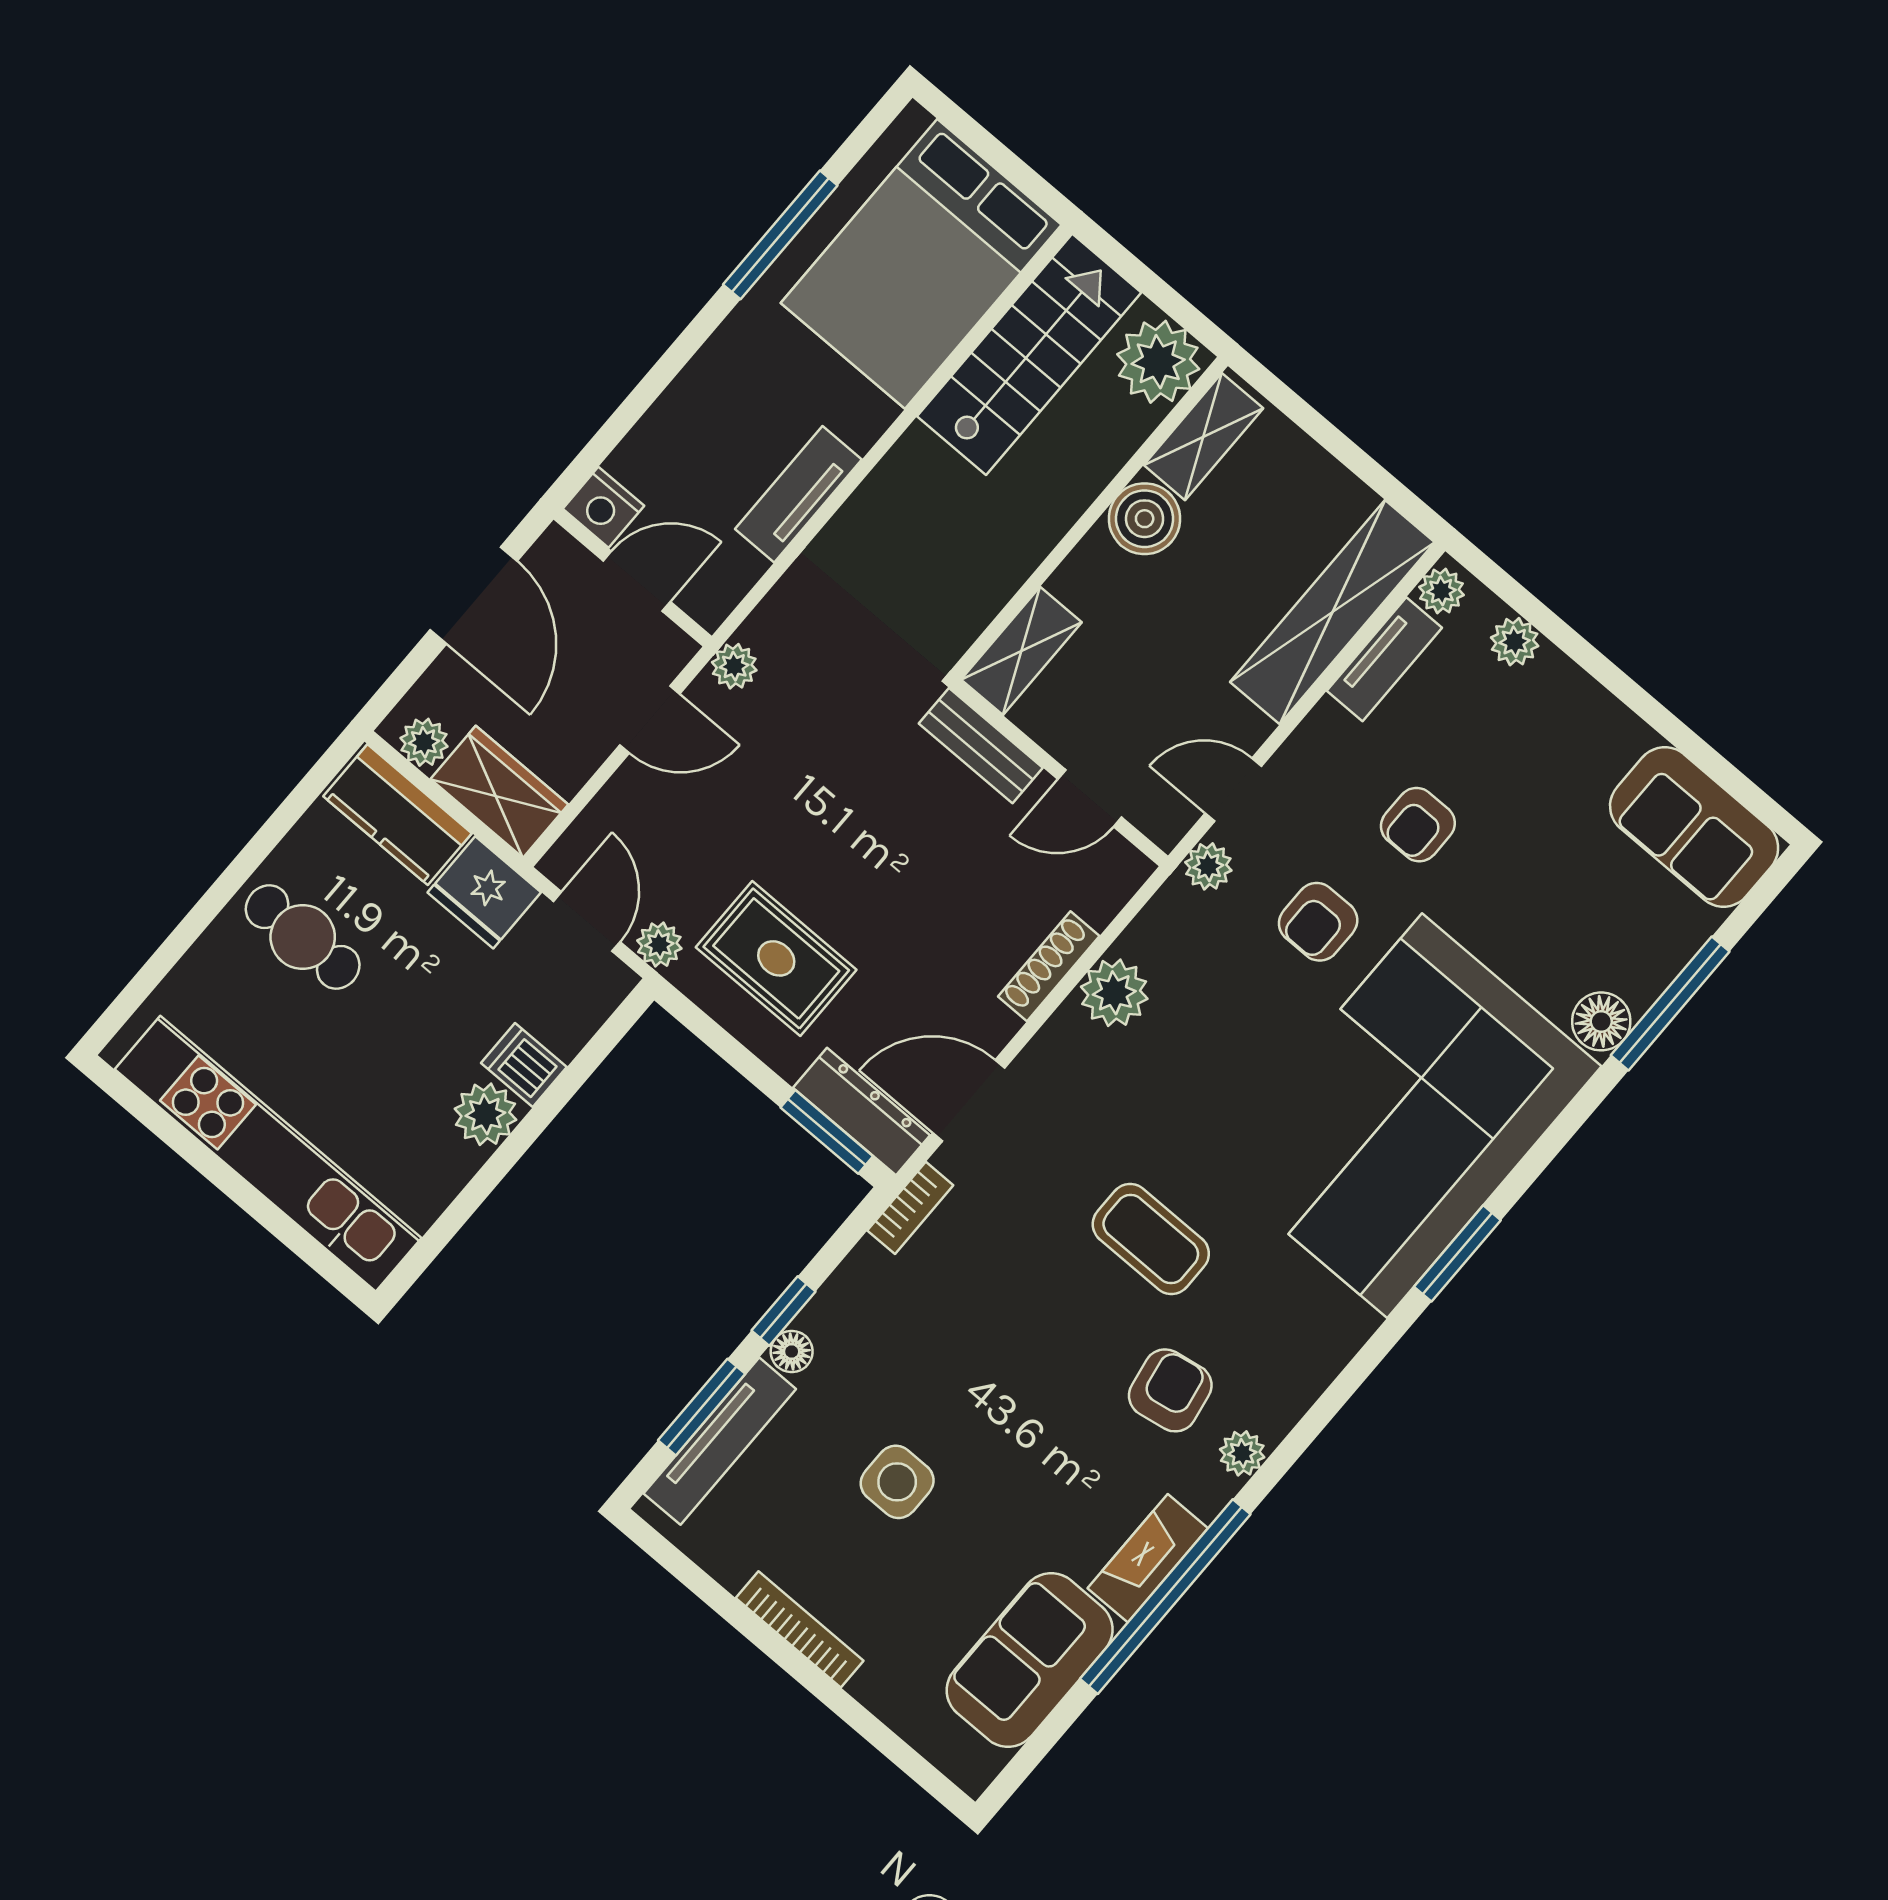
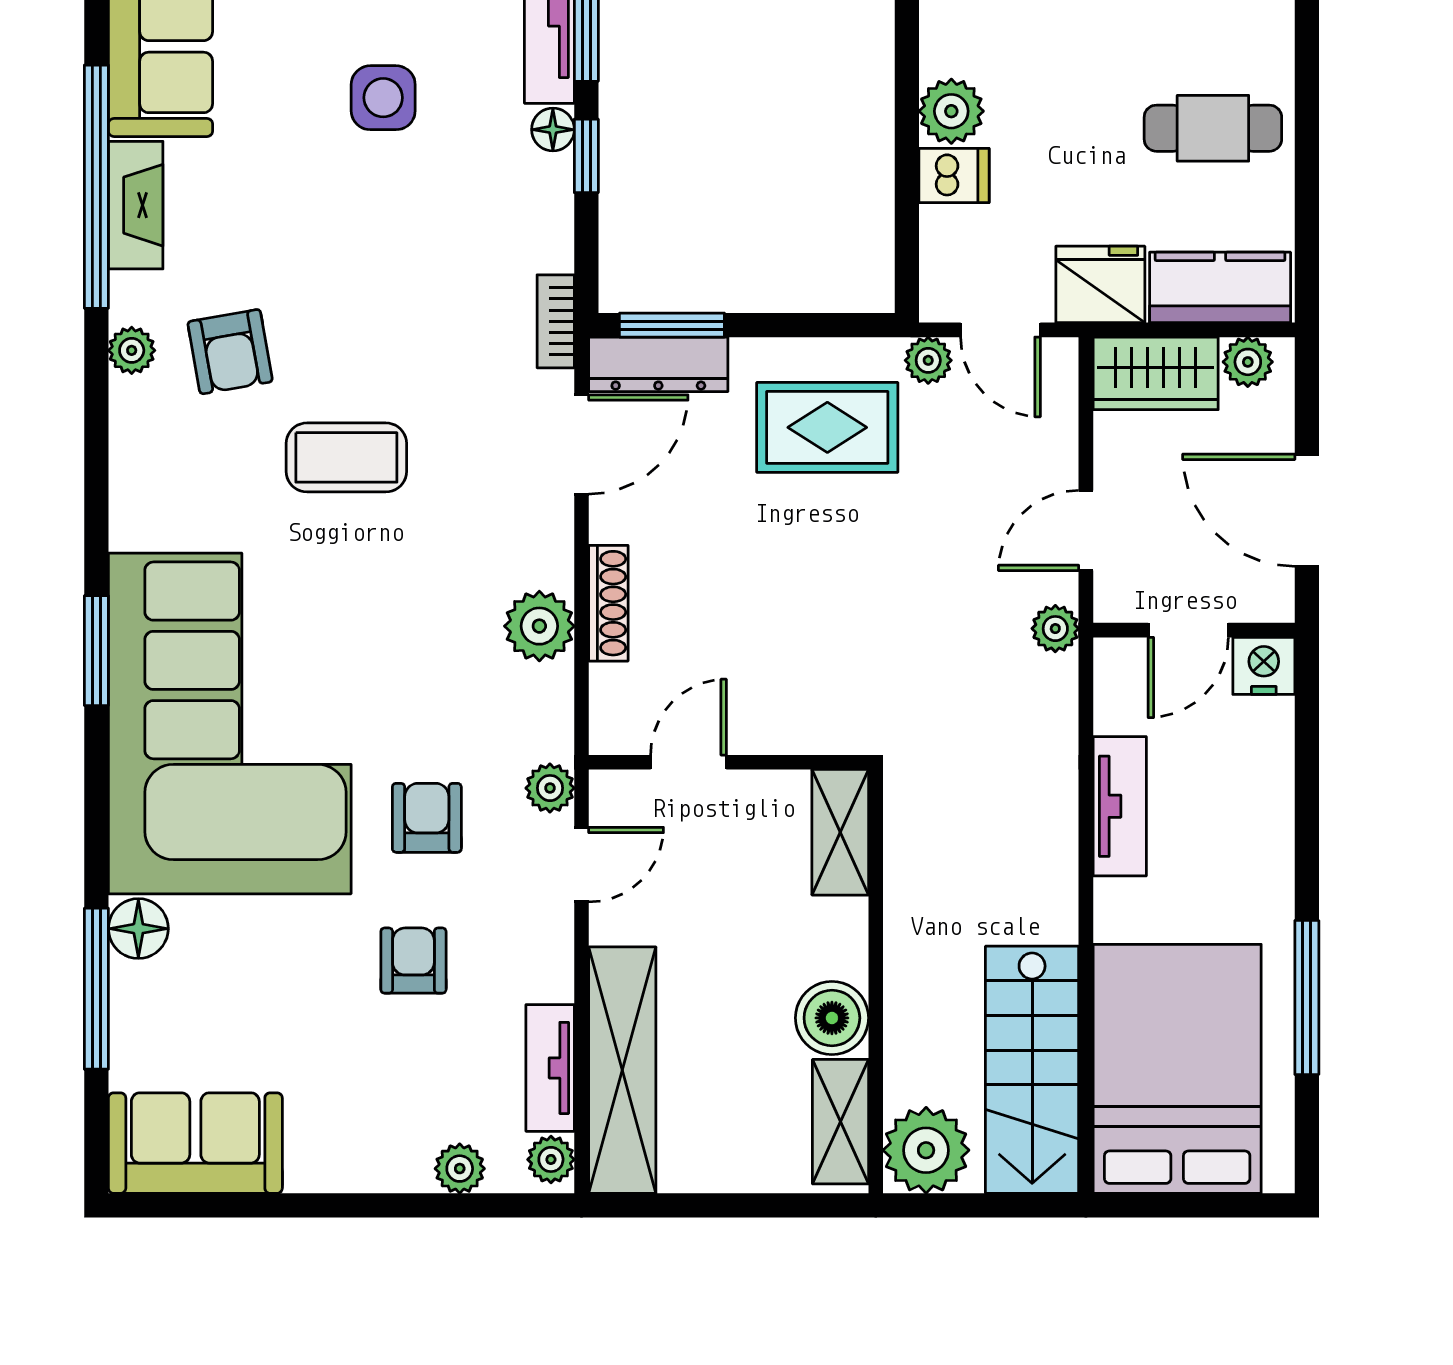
bench: (981, 746) -> (809, 731), removed

